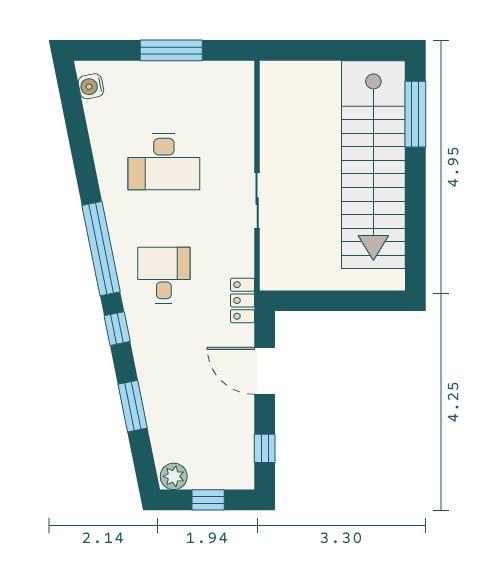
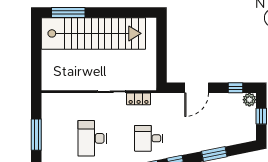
desk: (164, 162) -> (92, 138), turned 180
locker: (243, 300) -> (139, 99), moved
plant: (174, 476) -> (249, 100), moved

